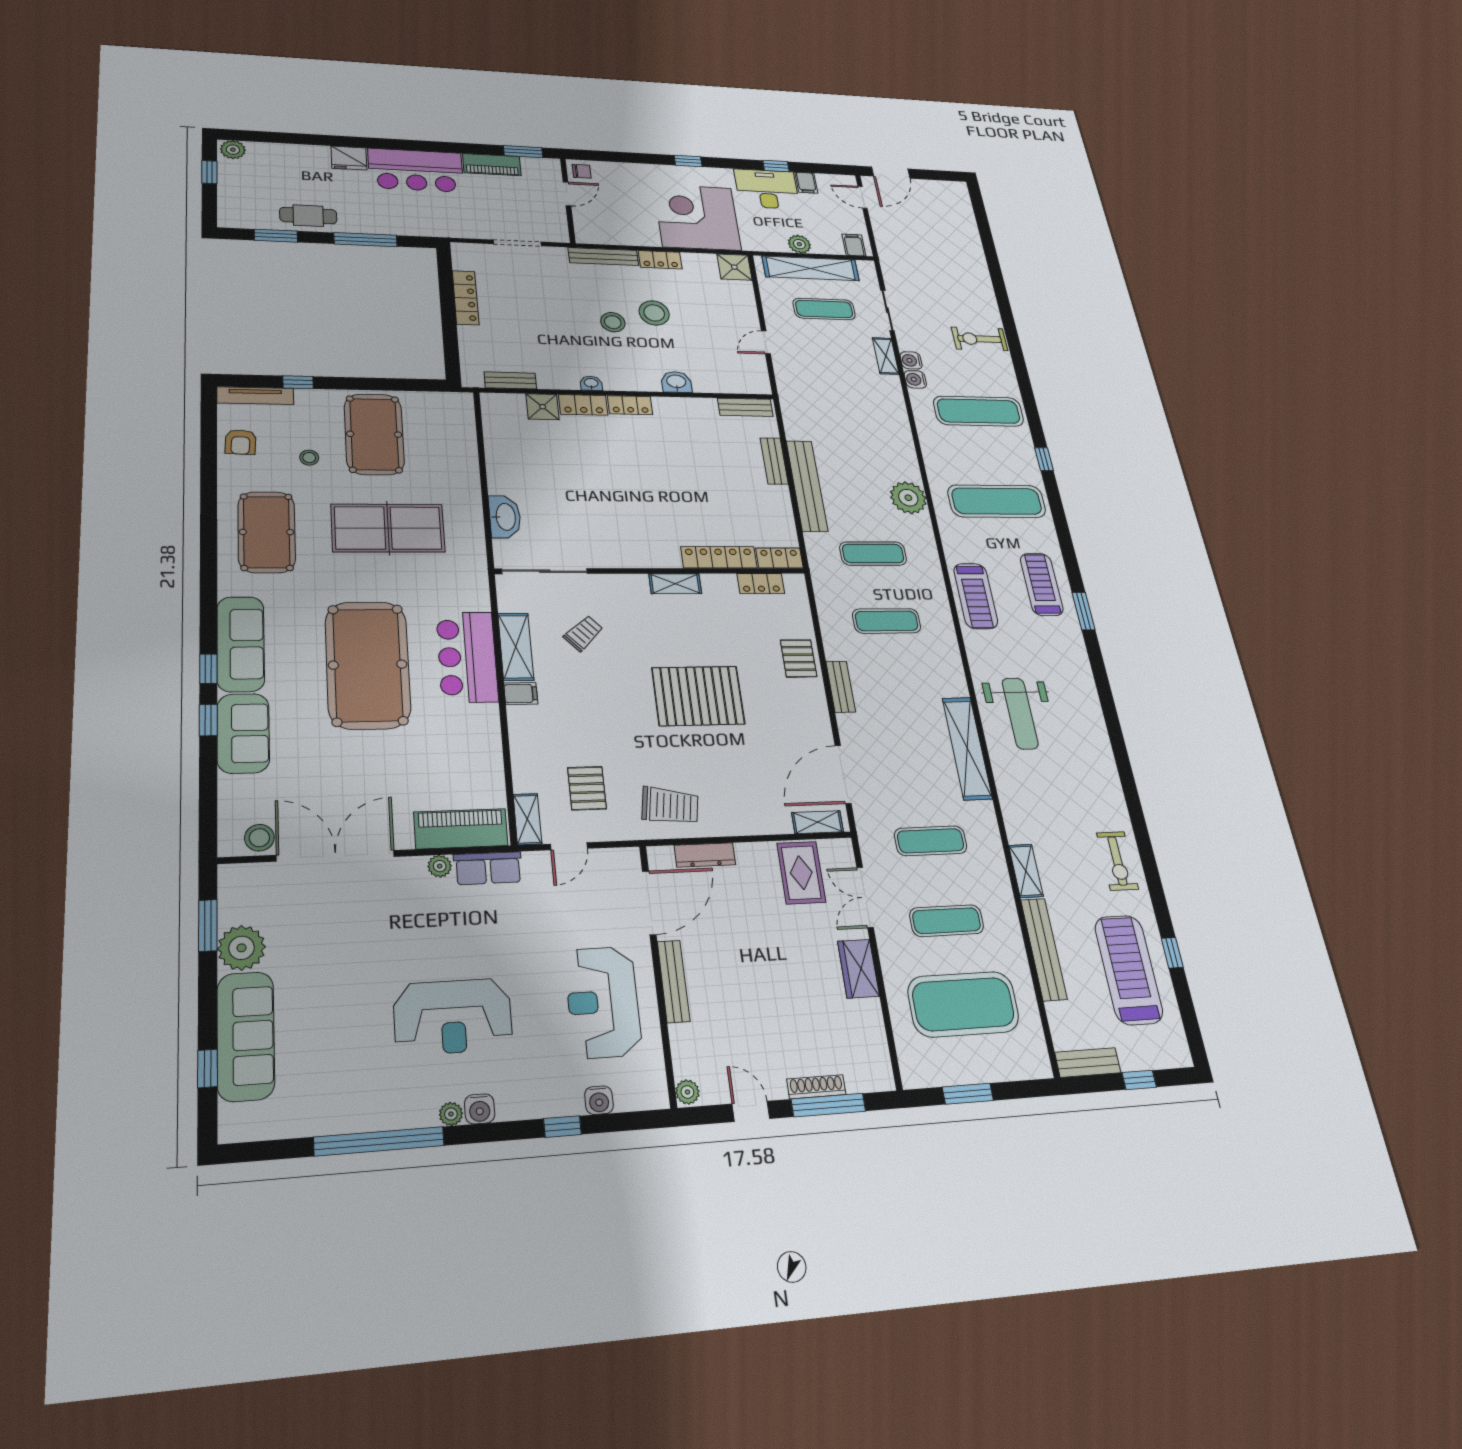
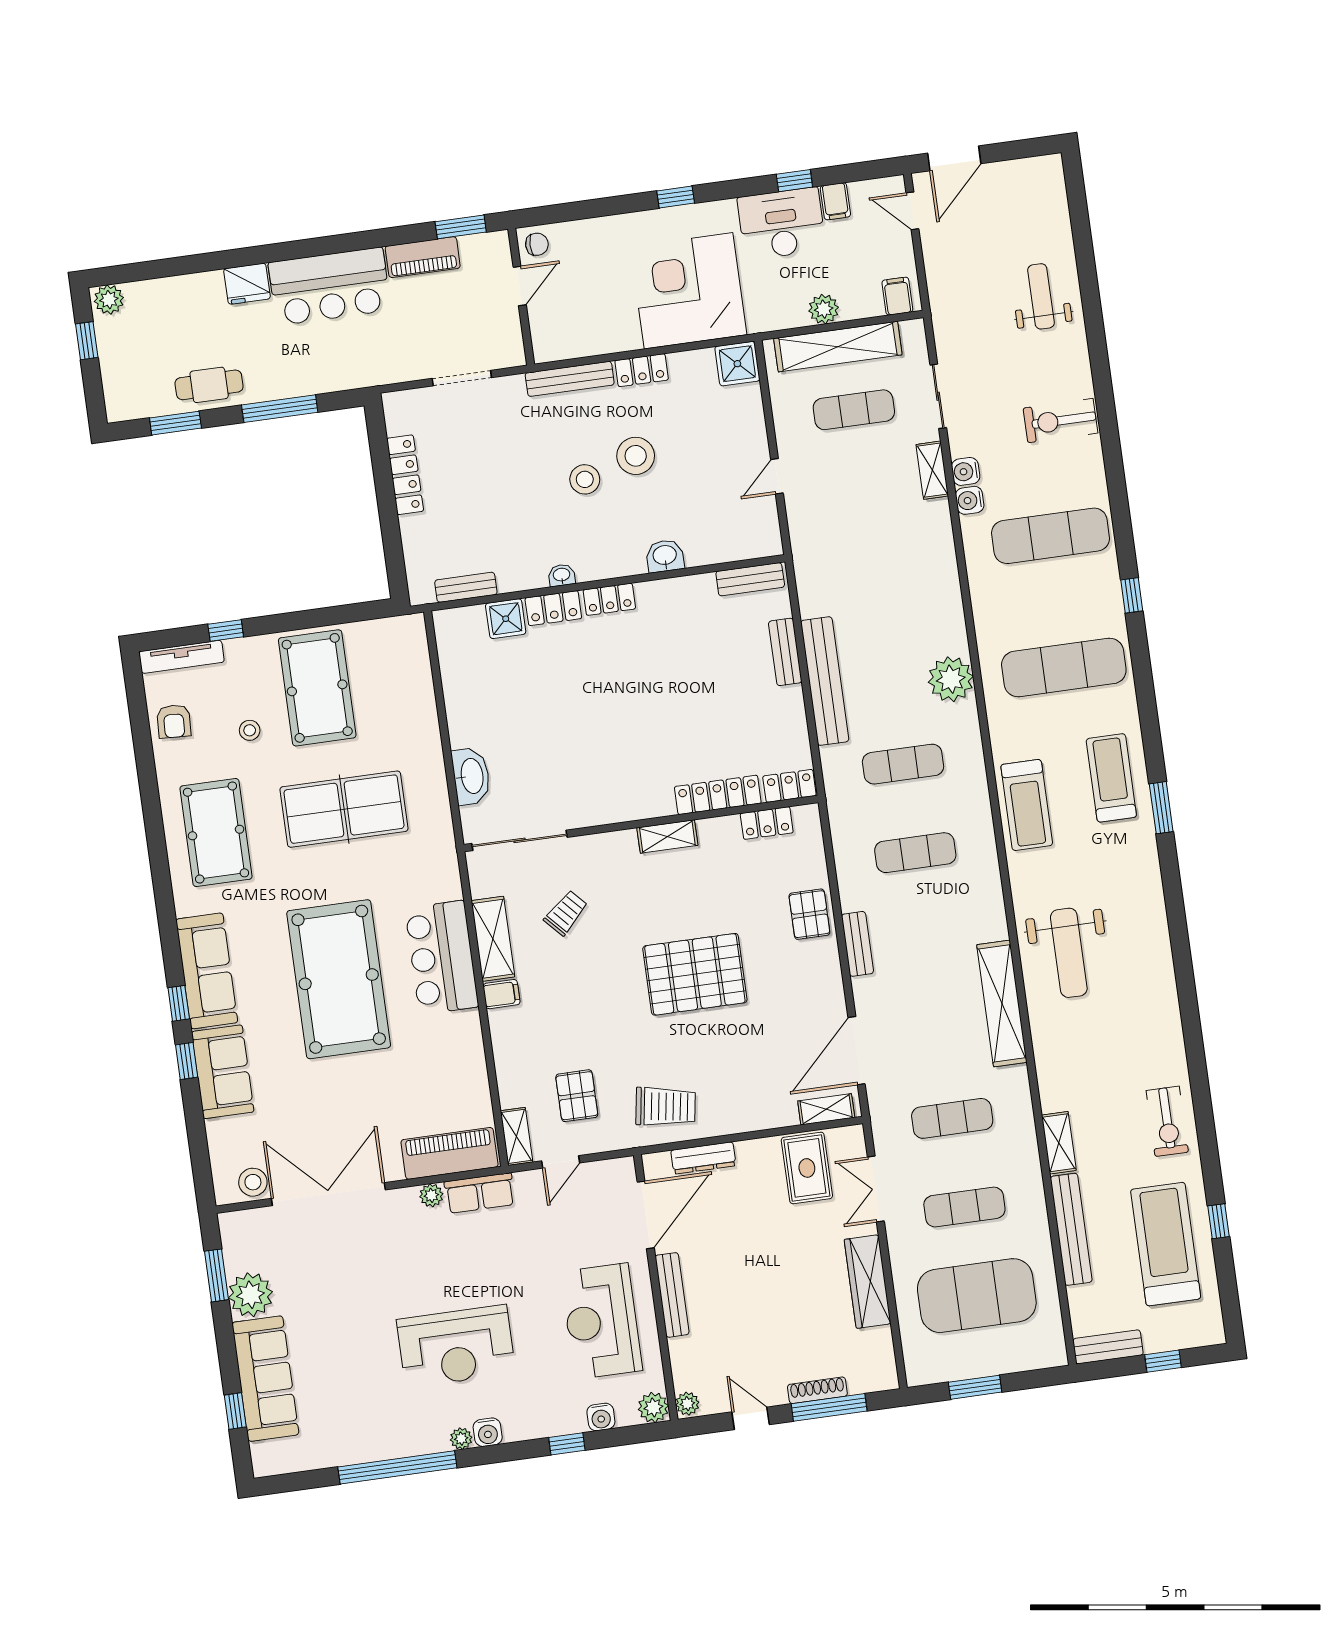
weight bench: (959, 262) -> (1041, 296), added
wardrobe: (858, 969) -> (868, 1282), width x1.50
plant: (653, 1094) -> (653, 1407), added

